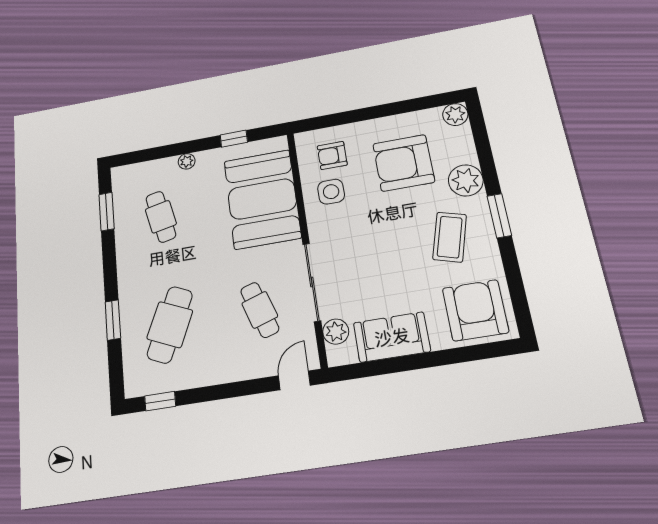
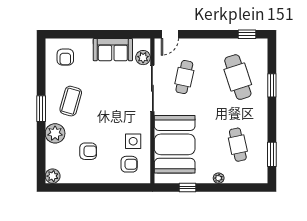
armchair: (404, 163) -> (88, 151), width x0.53, depth x0.53
cafe table: (260, 310) -> (184, 77), turned 30
armchair: (475, 310) -> (65, 57), width x0.53, depth x0.53
cafe table: (170, 325) -> (238, 77), turned -42

